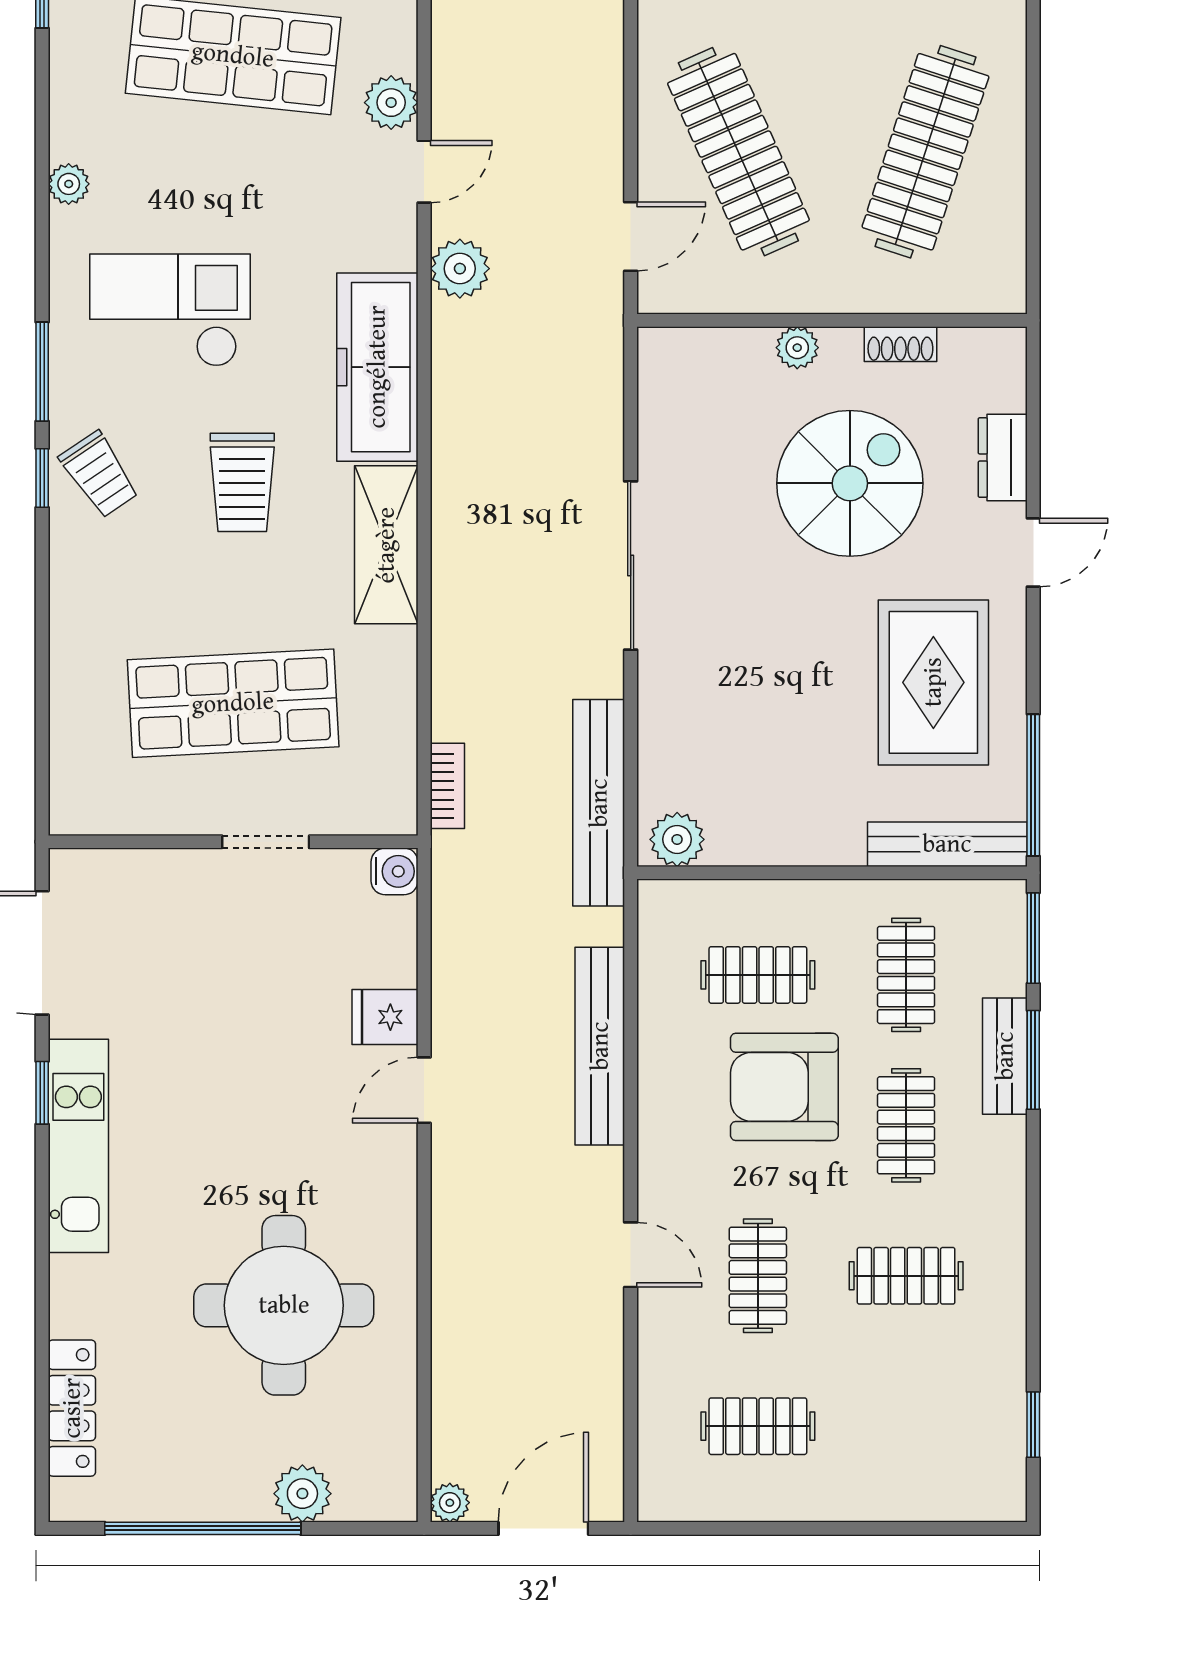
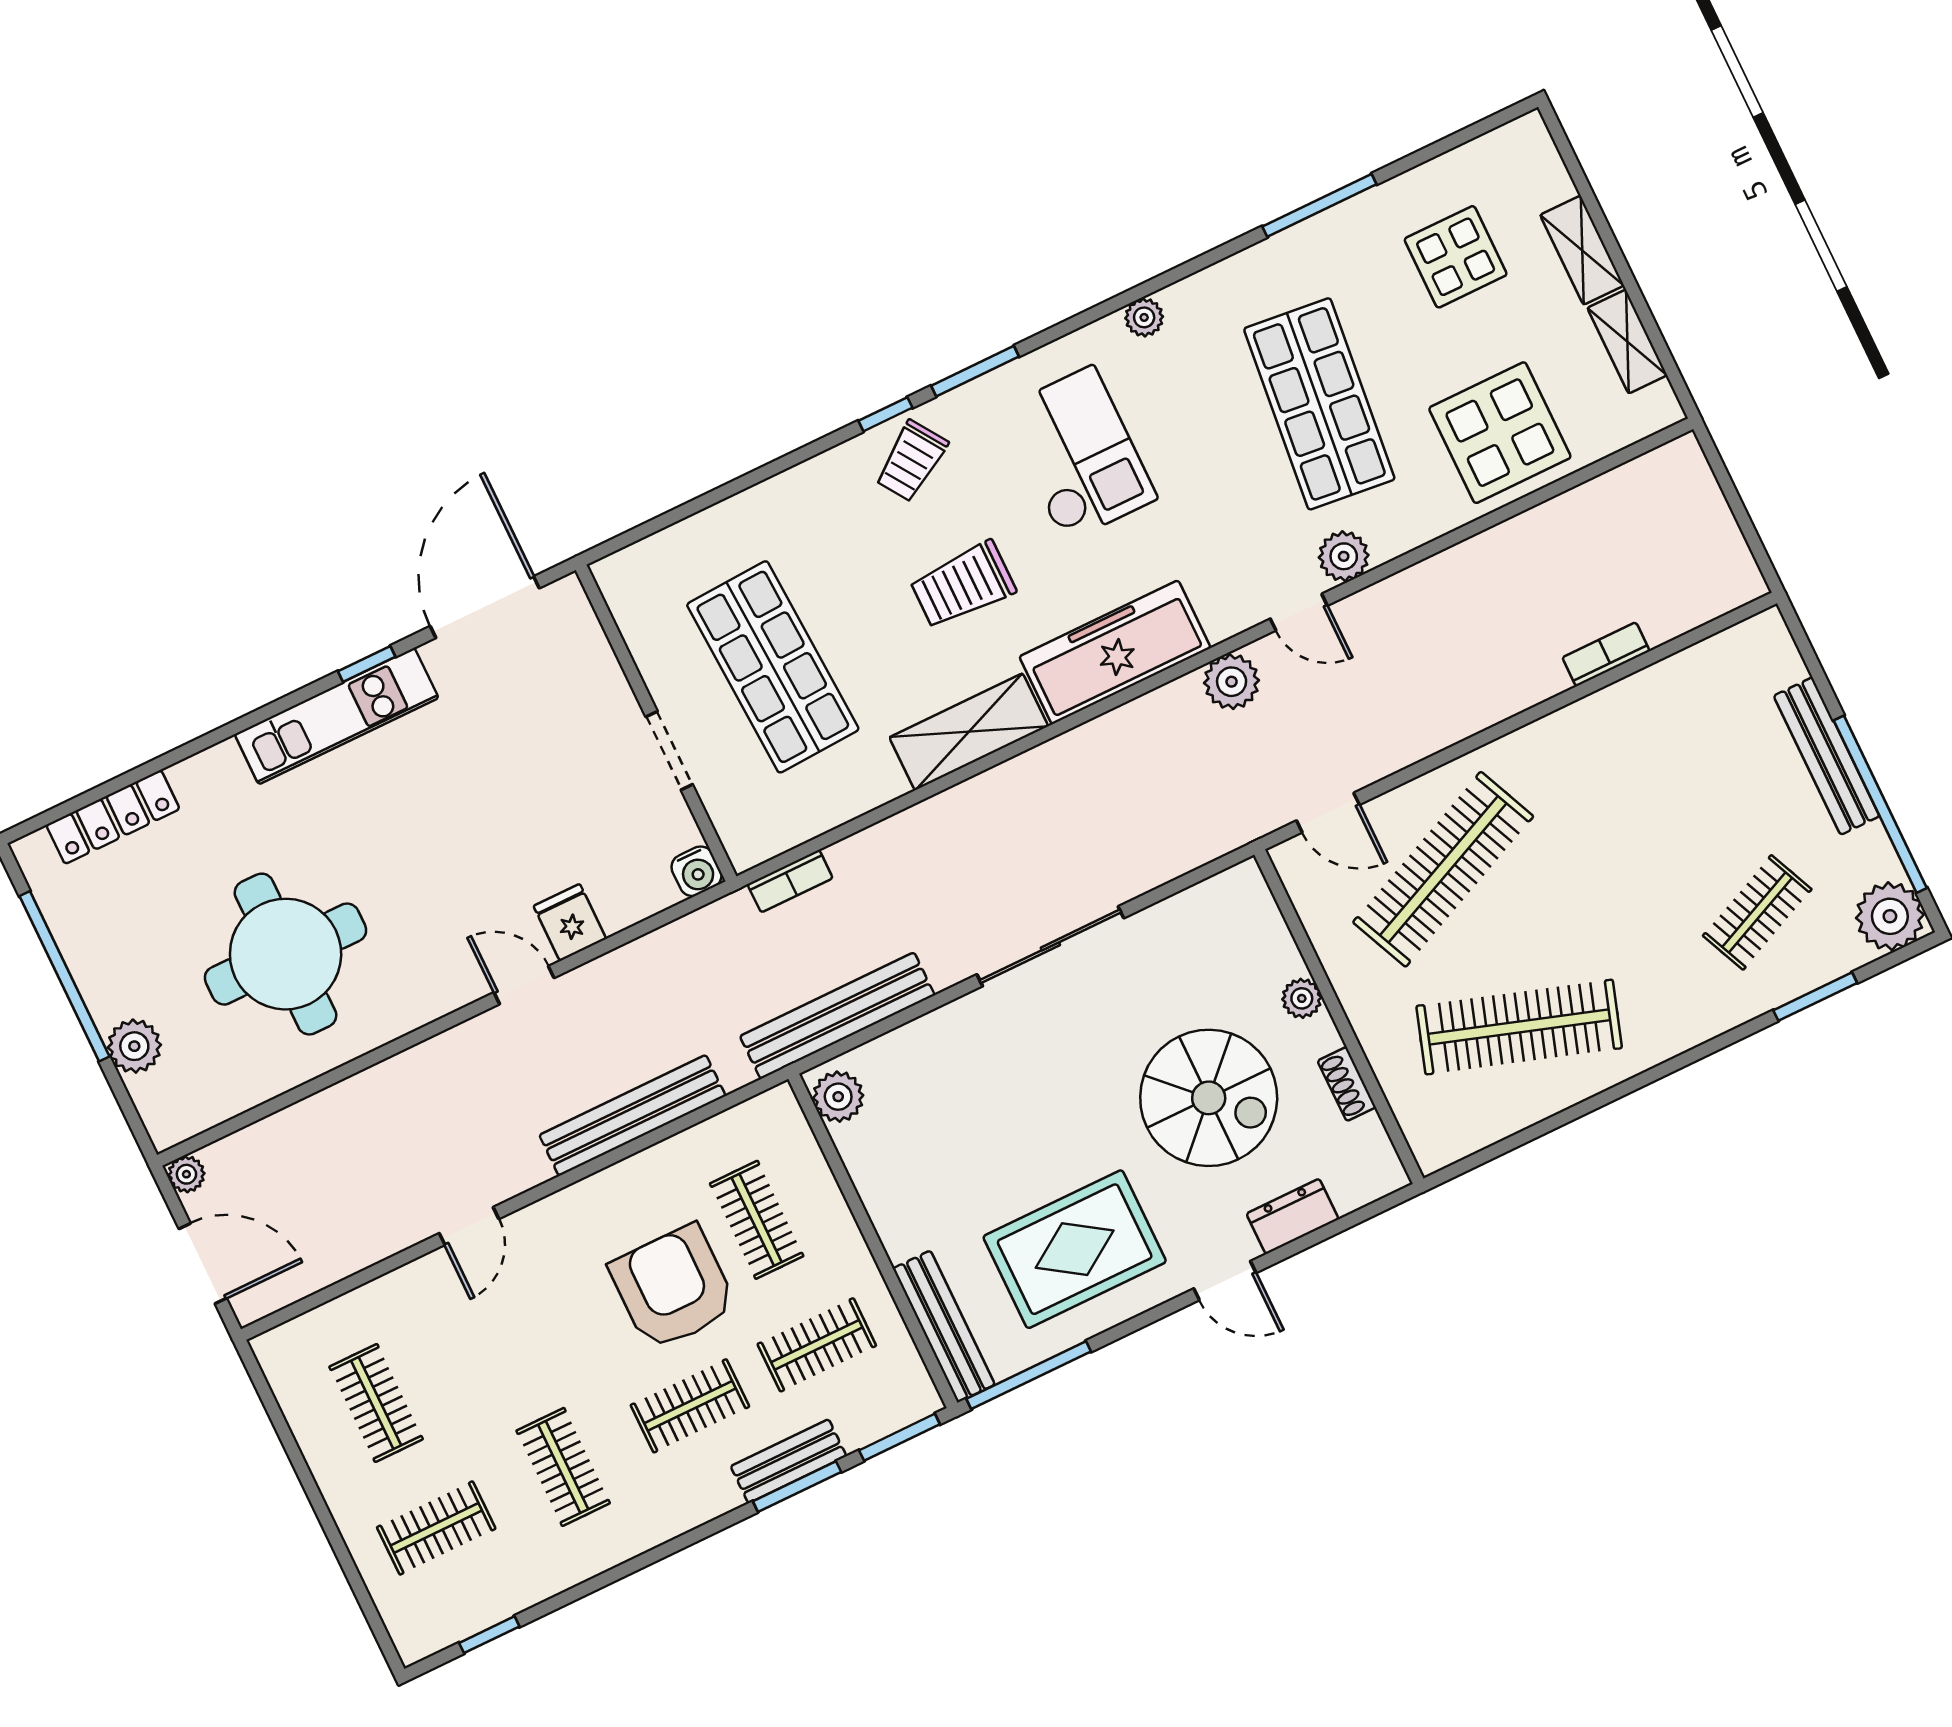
clothes rail: (758, 1276) -> (436, 1528), moved

